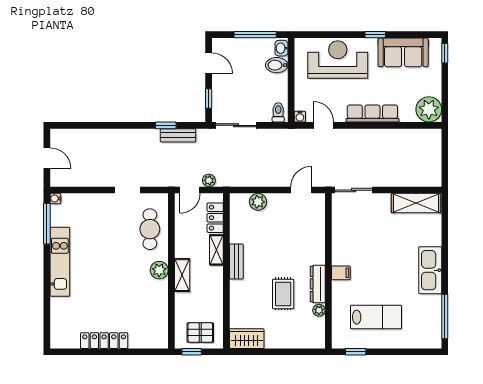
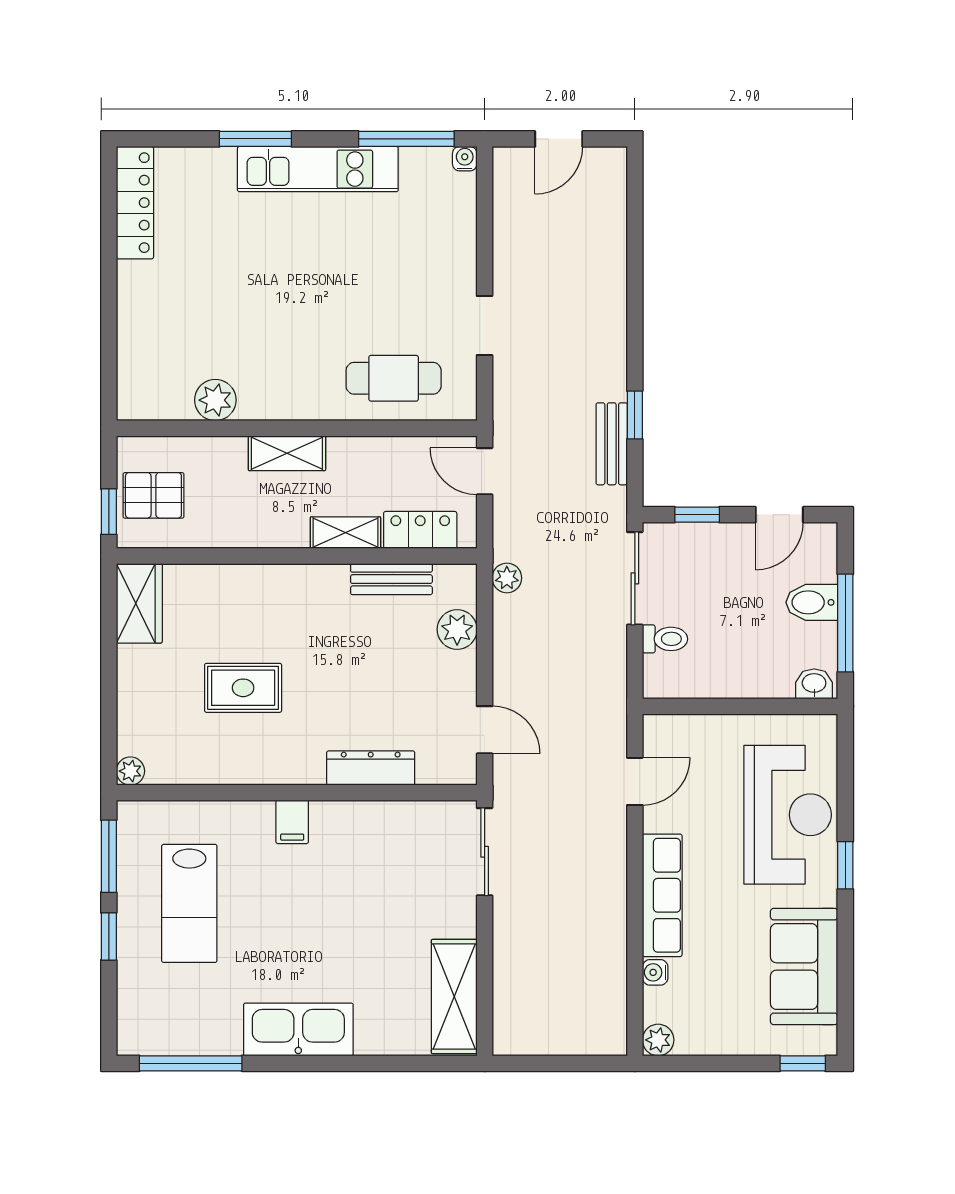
window: (375, 35) -> (845, 865), moved
bidet: (277, 65) -> (812, 602), moved, turned -90
plant: (429, 109) -> (658, 1040), width x0.53, depth x0.53
toilet: (278, 112) -> (665, 639), moved
water cooler: (300, 117) -> (655, 972), moved
plant: (209, 180) -> (507, 578), moved
bench: (236, 262) -> (391, 579), moved
plant: (159, 270) -> (215, 400), moved
dresser: (318, 284) -> (371, 768), moved
window: (47, 289) -> (255, 139), added
plant: (319, 310) -> (130, 771), moved
pallet: (200, 333) -> (153, 495), turned 90
locker: (104, 341) -> (135, 203), moved
window: (192, 352) -> (109, 512), moved
window: (356, 352) -> (109, 856), width x1.50
window: (390, 352) -> (109, 936), added

